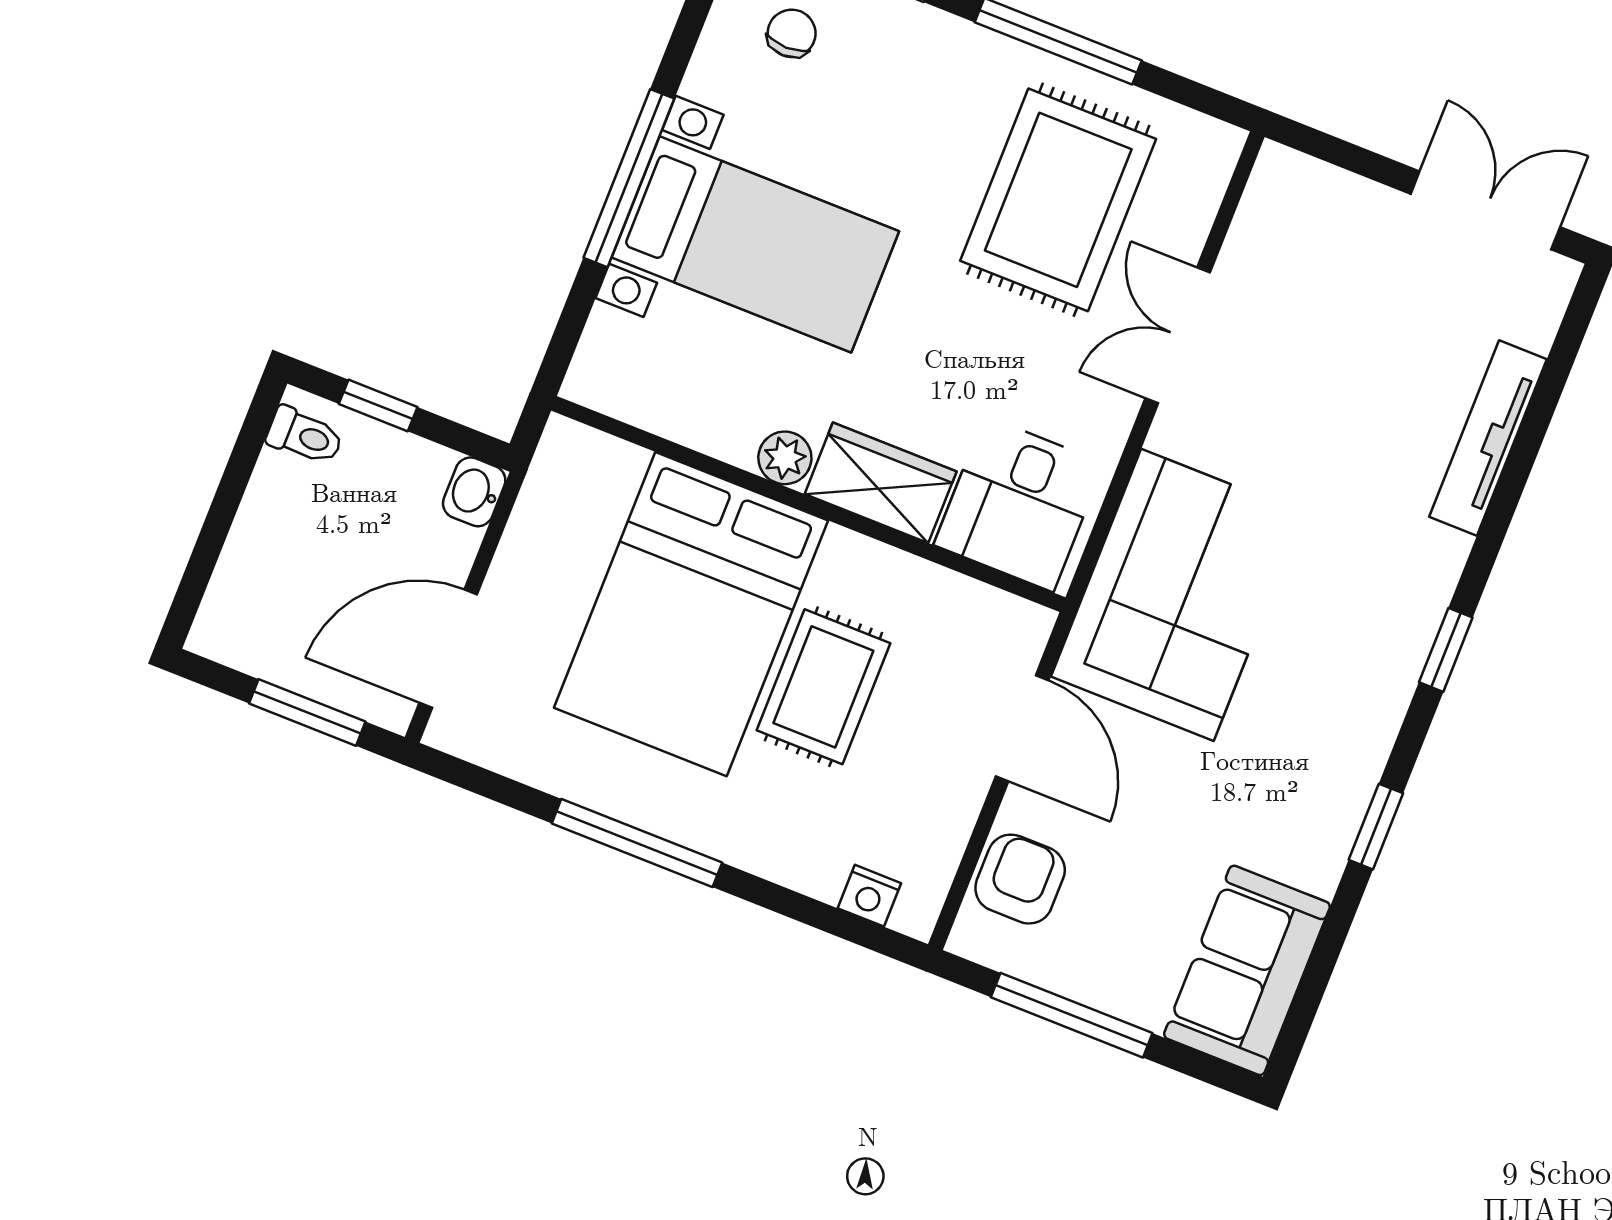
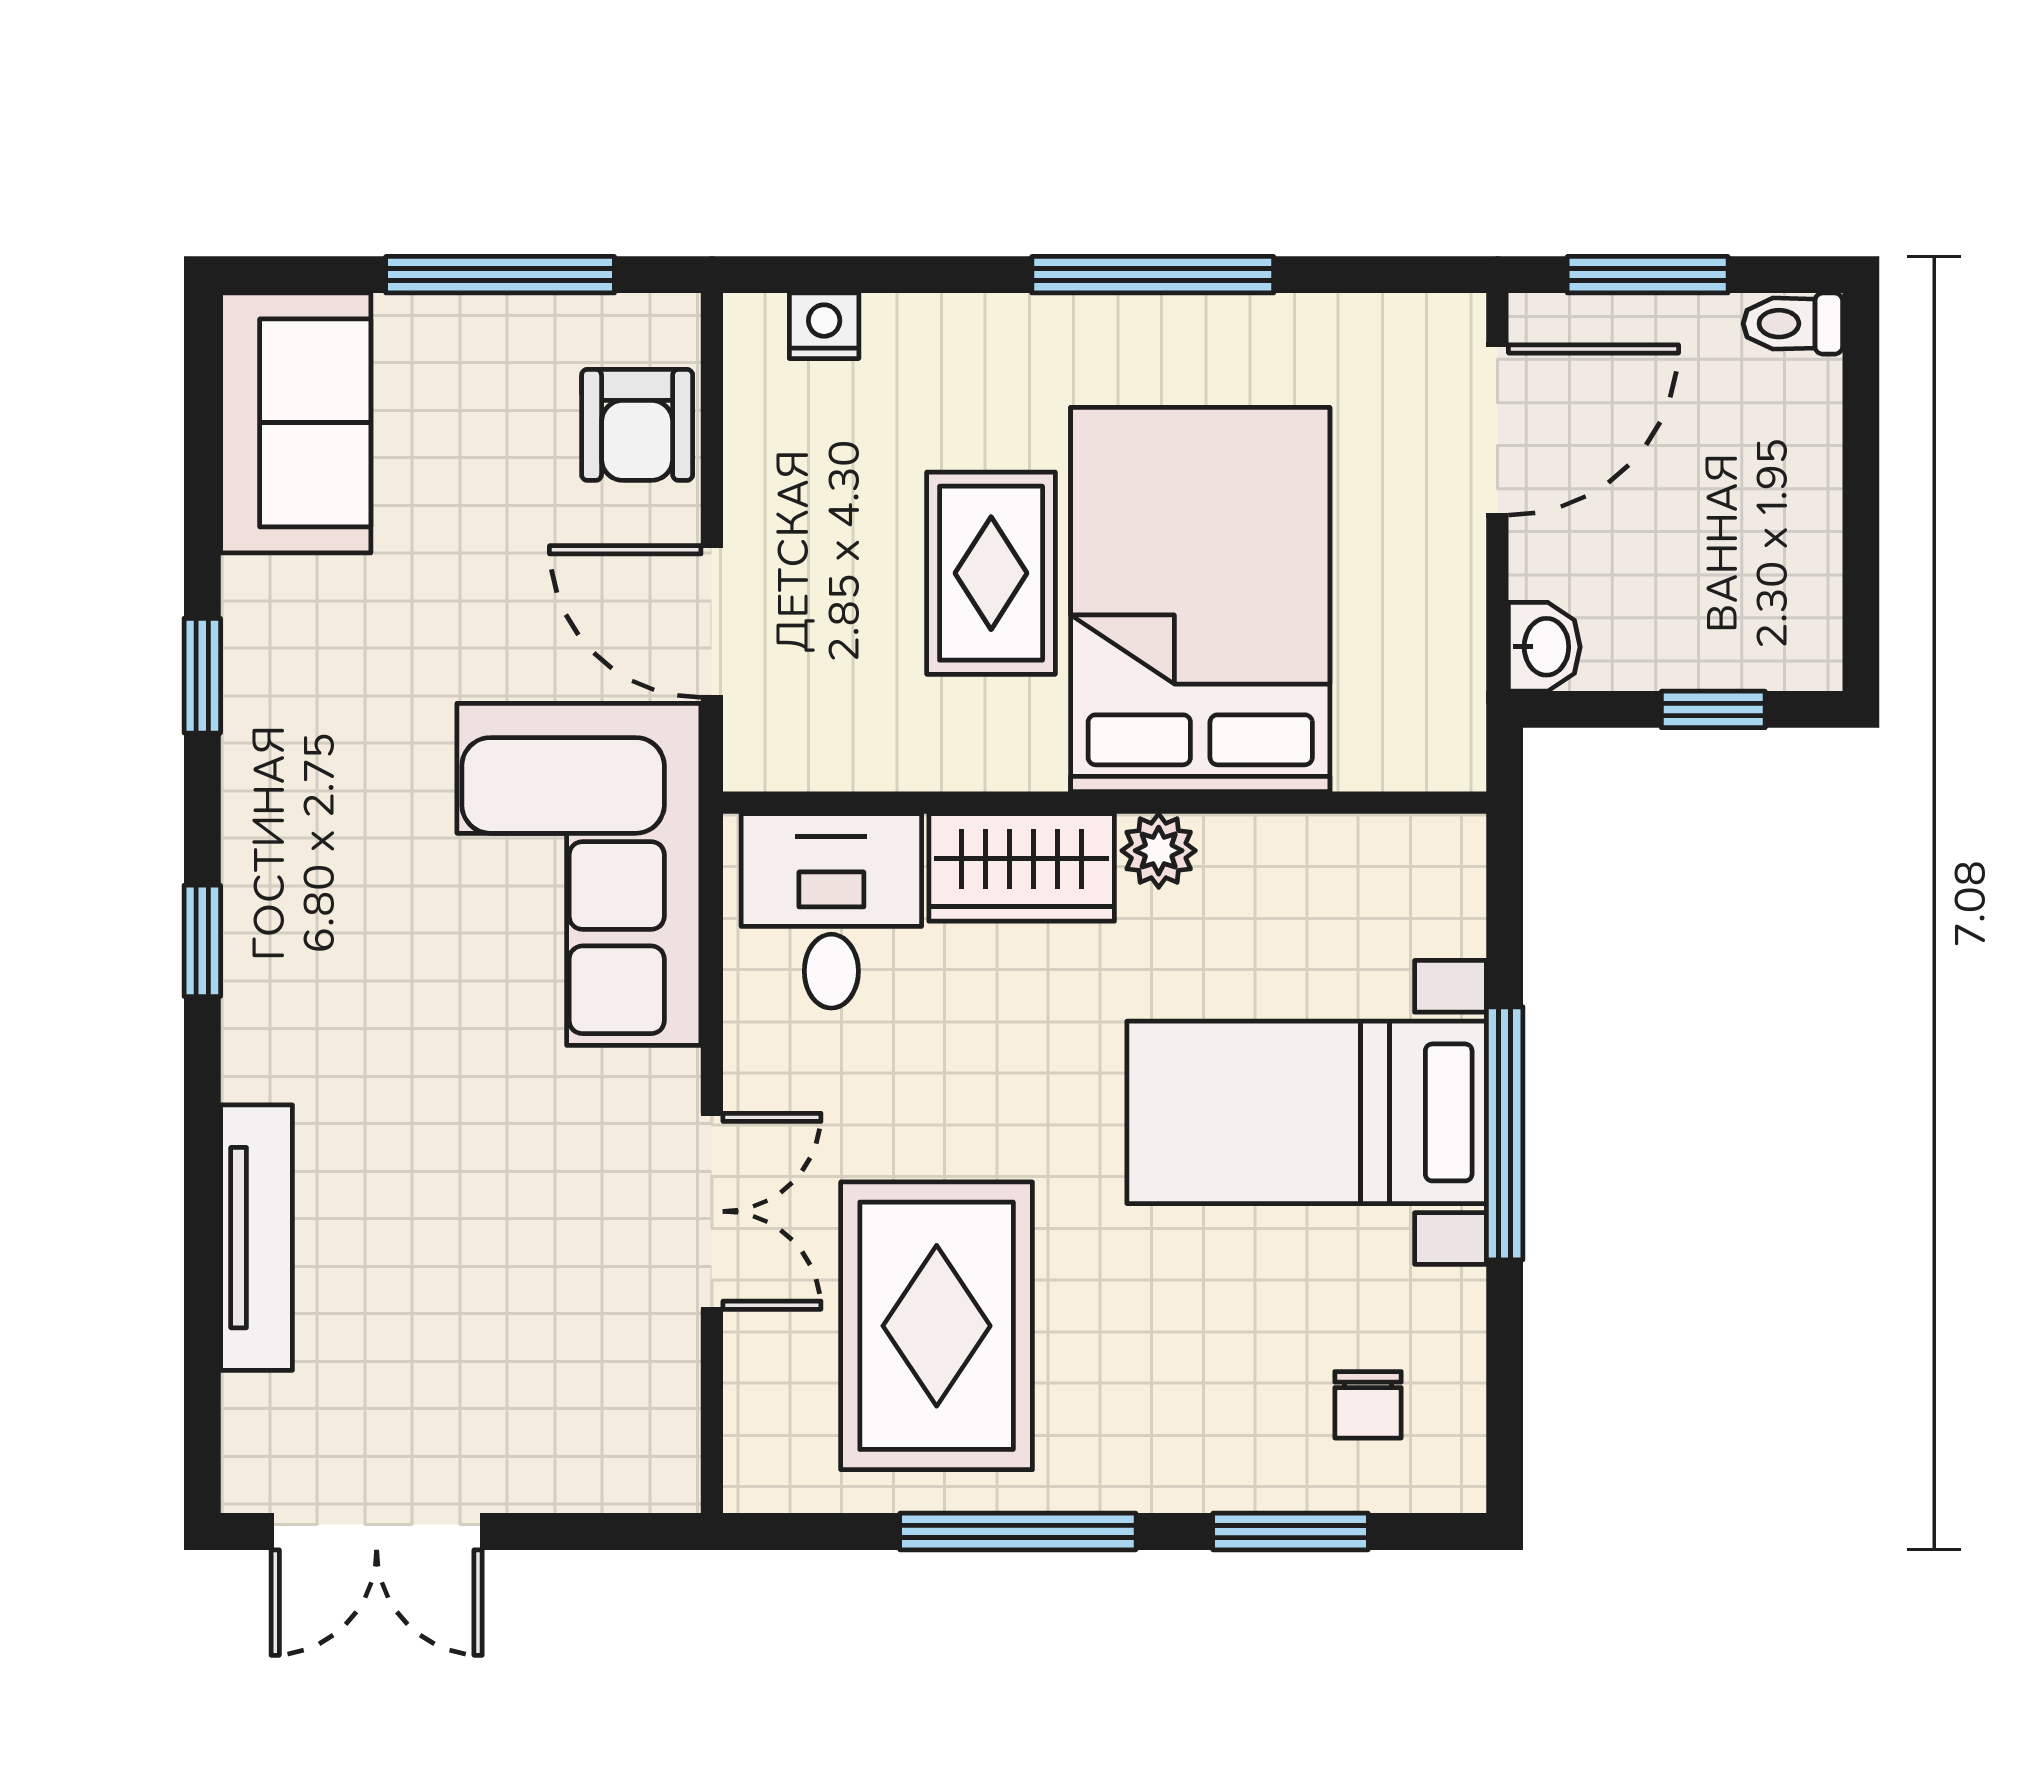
toilet: (305, 436) -> (1793, 324), moved

